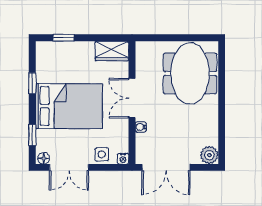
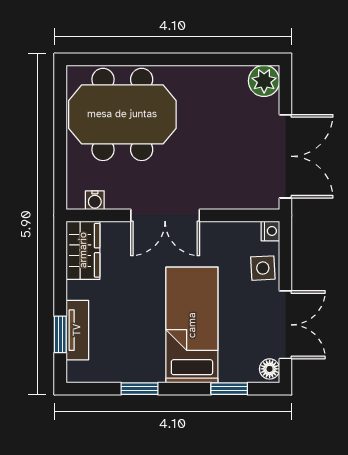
tv unit: (66, 48) -> (77, 330), added
bed: (69, 106) -> (192, 325), width x0.67
water cooler: (141, 127) -> (95, 200), moved

